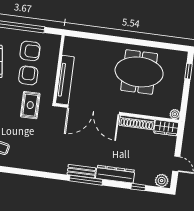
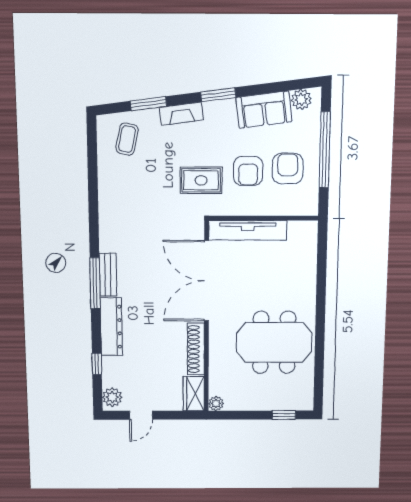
armchair: (30, 51) -> (288, 169), turned 180
meeting table: (139, 72) -> (274, 342), turned 90
armchair: (28, 75) -> (248, 171), turned 90

